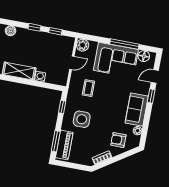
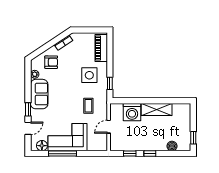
plant: (83, 45) -> (102, 145), removed
washing machine: (40, 77) -> (132, 112), width x1.89, depth x1.89
window: (56, 141) -> (110, 50), removed

